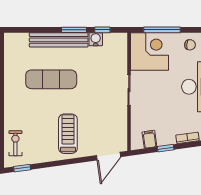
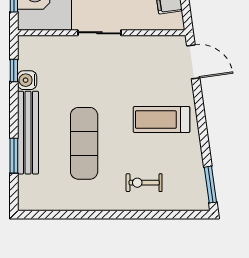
window: (74, 30) -> (14, 156), moved
exercise bike: (15, 143) -> (144, 183), moved
window: (22, 168) -> (210, 185), width x1.50

